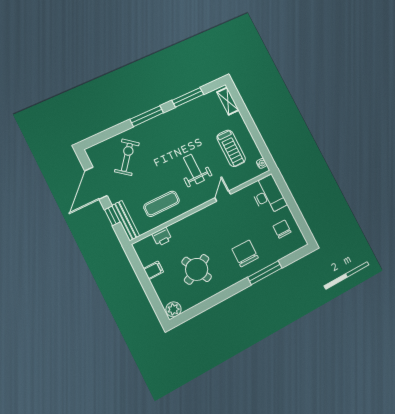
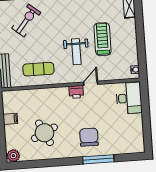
treadmill: (231, 148) -> (102, 39), moved, turned 180
weight bench: (194, 169) -> (76, 52), turned 180
chair: (282, 229) -> (128, 131), removed
printer: (162, 237) -> (76, 92), moved

